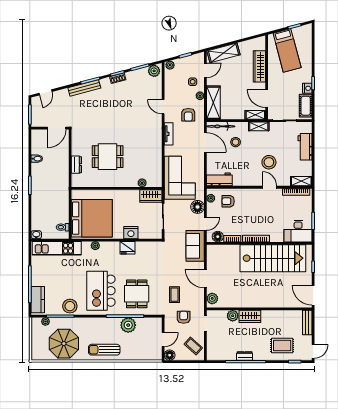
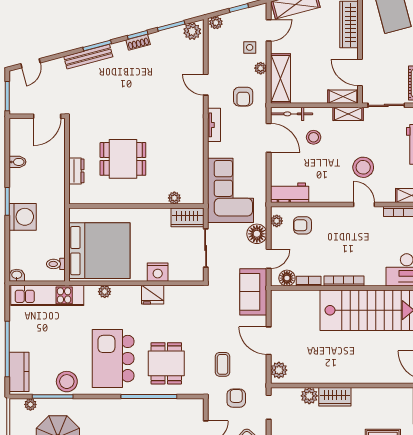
washing machine: (40, 195) -> (23, 217), added
plant: (128, 325) -> (154, 410), removed

